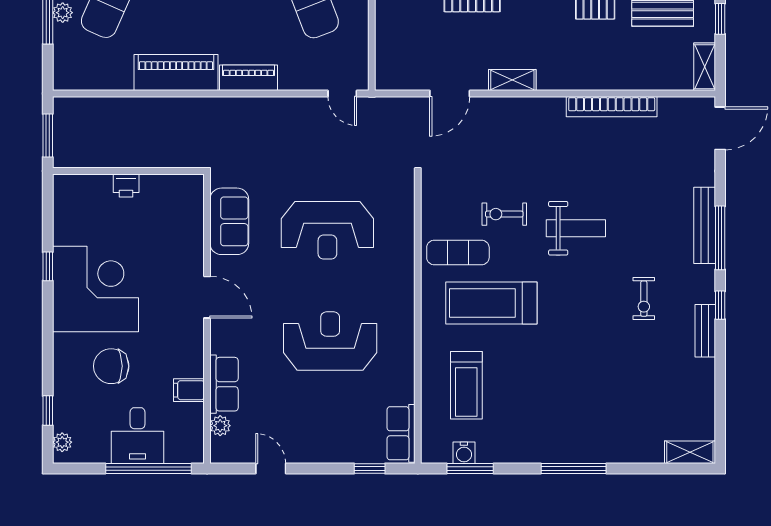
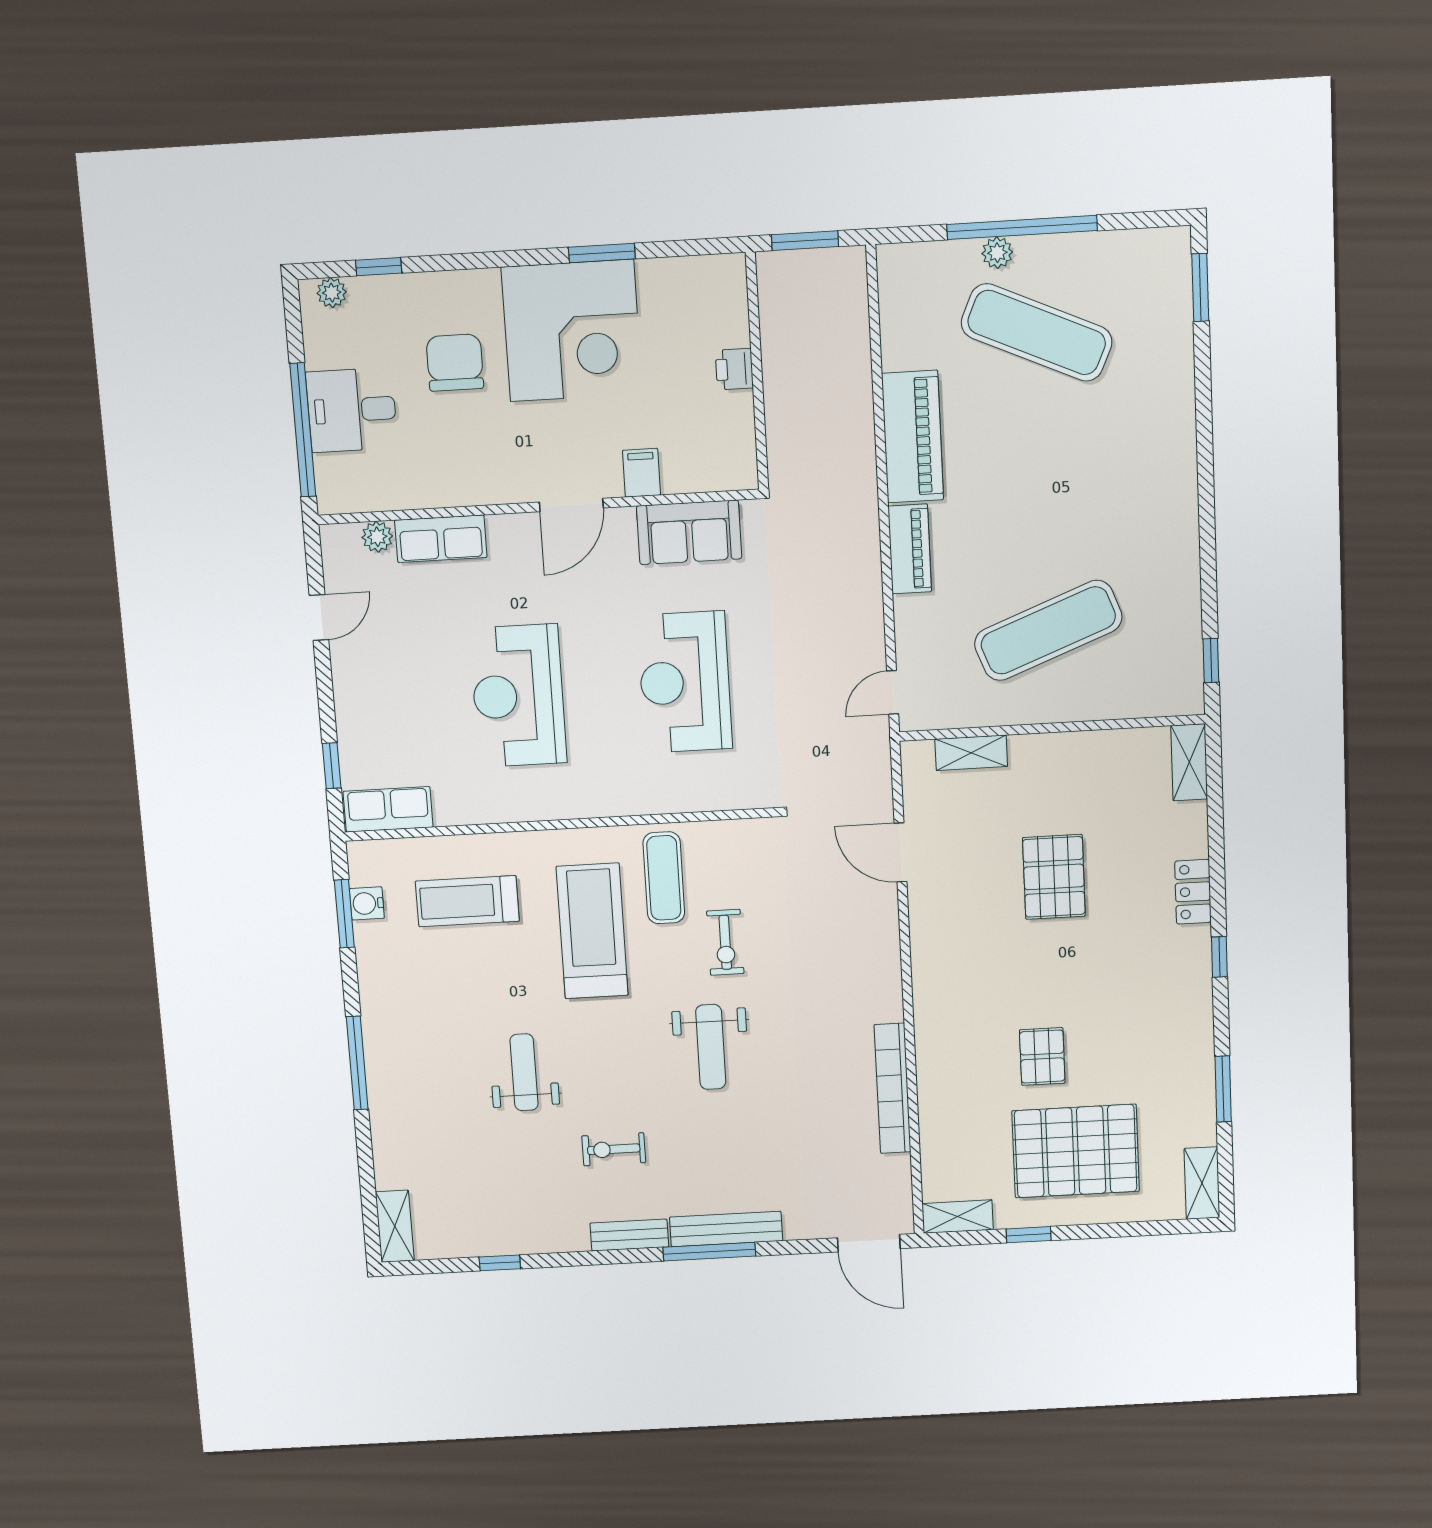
shelving: (512, 80) -> (971, 753), moved, turned 90
exercise bike: (504, 214) -> (725, 942), turned 180
window: (48, 266) -> (602, 253), width x1.50
window: (720, 305) -> (500, 1263), moved
bench: (705, 331) -> (629, 1235), moved
reception desk: (330, 341) -> (518, 696), turned 180
weight bench: (586, 356) -> (524, 1072), added
filing cabinet: (189, 390) -> (641, 473), moved

